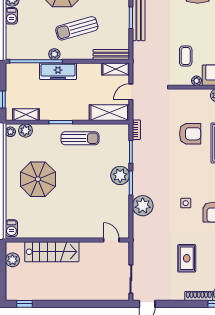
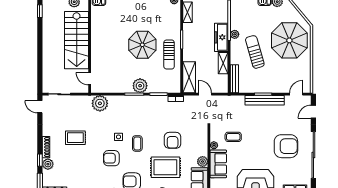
shelving: (116, 69) -> (223, 63), moved
plant: (25, 130) -> (175, 12), removed
parasol: (38, 179) -> (142, 45), moved
coffee table: (194, 179) -> (137, 143), added
plant: (143, 206) -> (100, 103), moved
door: (111, 240) -> (90, 79), swing flipped
stairs: (52, 252) -> (77, 40), width x1.36, depth x1.51

